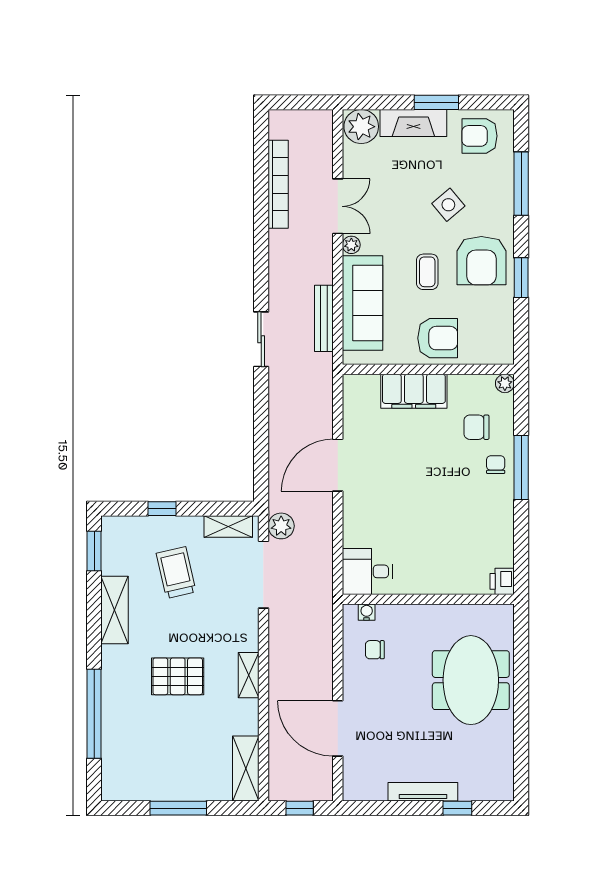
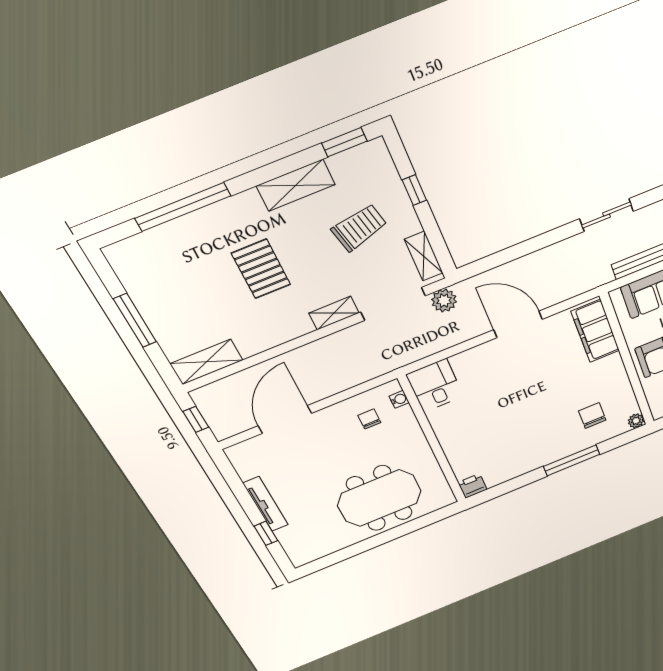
filing cabinet: (414, 391) -> (595, 331), moved
chair: (496, 465) -> (567, 442), removed
shelving: (249, 675) -> (334, 313), moved

